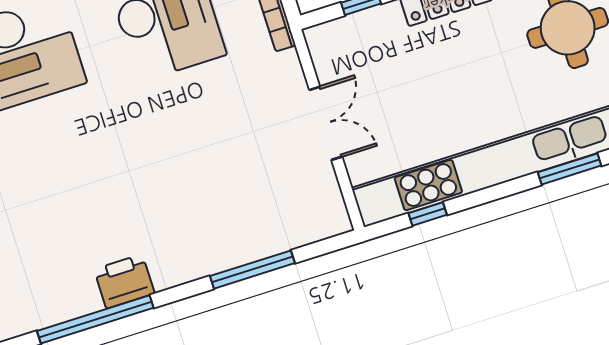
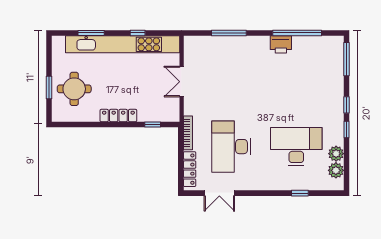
window: (428, 214) -> (138, 33), moved

